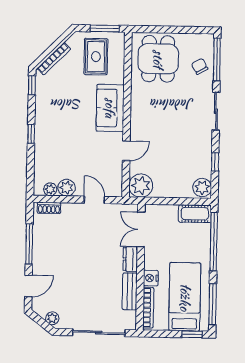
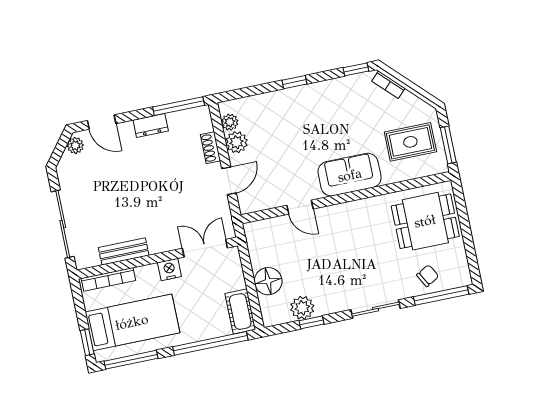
bookcase: (54, 59) -> (388, 85), width x0.64
plant: (141, 186) -> (260, 235), removed
floor lamp: (177, 187) -> (268, 281), added
plant: (202, 188) -> (302, 308), moved
shoe rack: (49, 208) -> (210, 148), moved
window: (29, 244) -> (179, 106), moved
dresser: (130, 259) -> (151, 125), moved, turned 180
nightstand: (151, 278) -> (169, 269), moved
plant: (52, 318) -> (75, 145), moved

